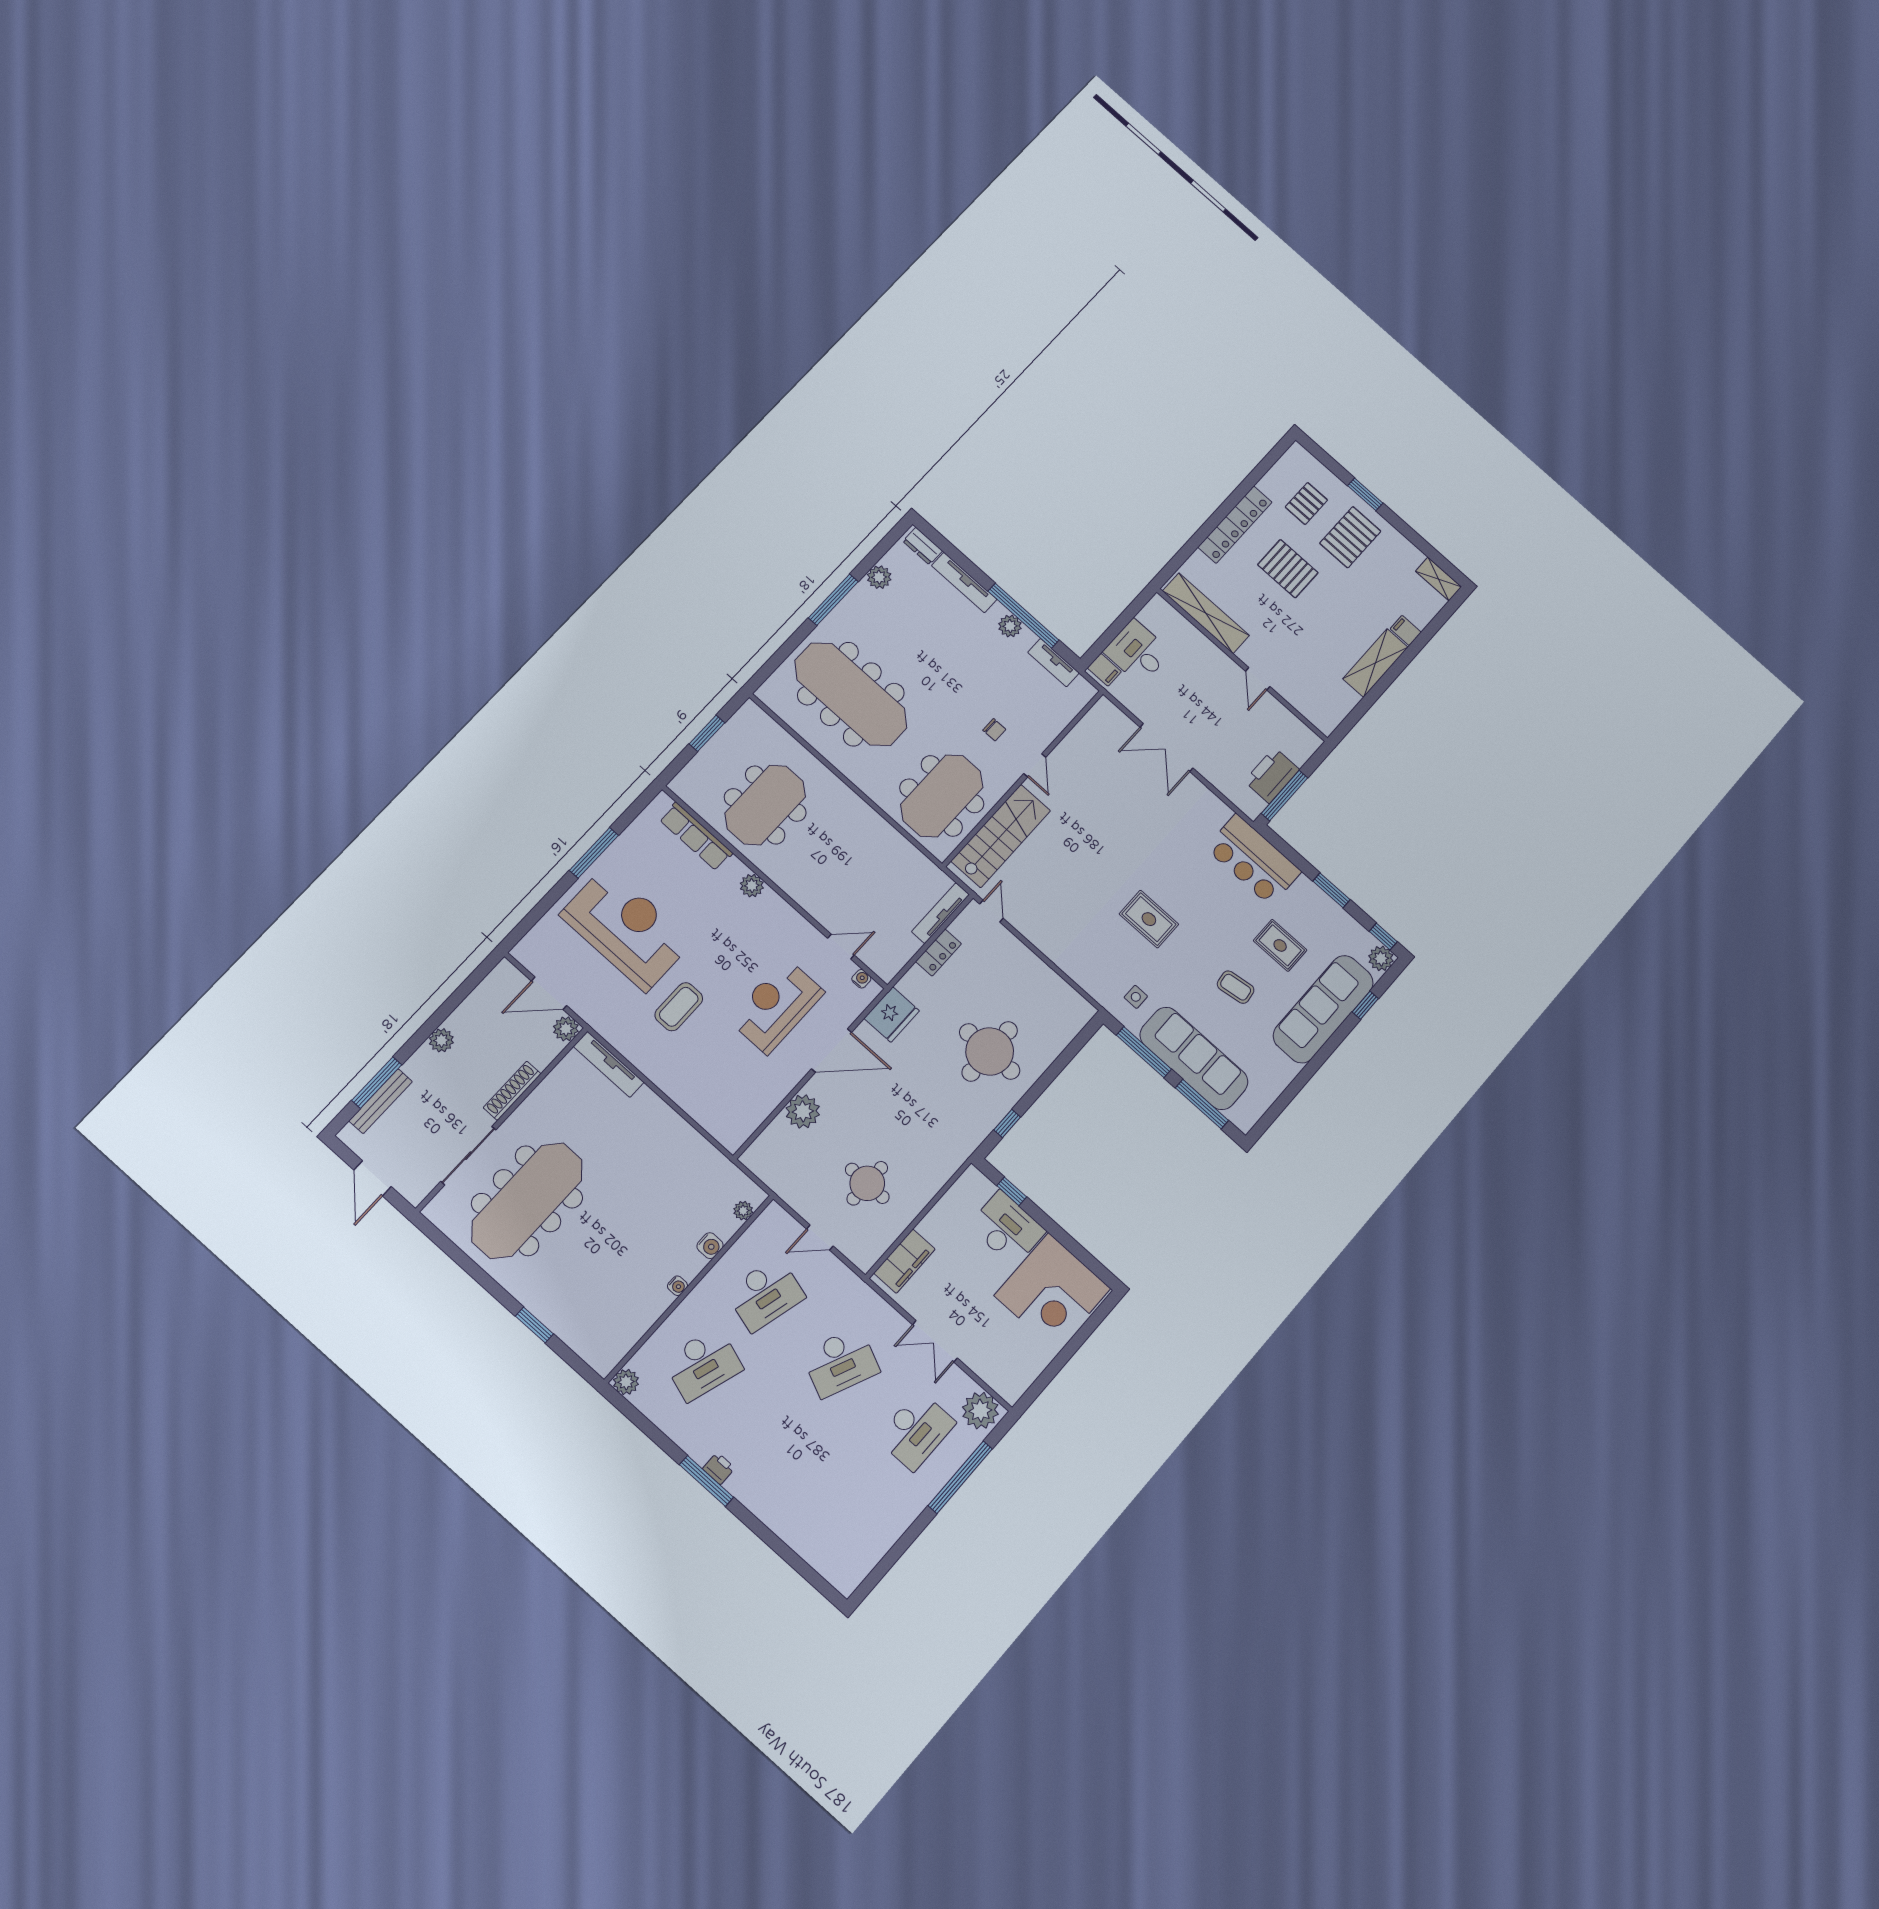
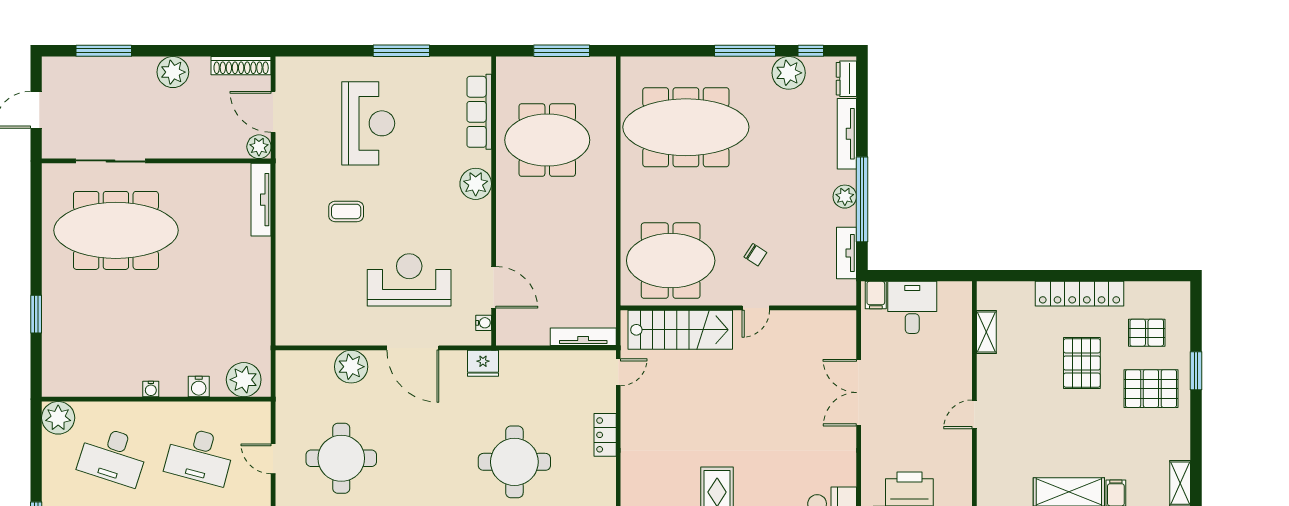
window: (878, 553) -> (811, 51), added
plant: (879, 577) -> (789, 73), width x1.36, depth x1.36
shelving: (1206, 613) -> (986, 332), width x0.45, depth x0.75
meeting table: (851, 694) -> (686, 127), turned 90
chair: (994, 730) -> (755, 255), turned -57
window: (707, 733) -> (562, 51), width x1.44
plant: (752, 886) -> (476, 184), width x1.36, depth x1.36
reception desk: (626, 928) -> (368, 123), width x0.74, depth x0.77
door: (841, 947) -> (494, 287), width x1.38
locker: (938, 953) -> (605, 435), moved, turned 90
coffee table: (679, 1007) -> (346, 211), width x0.73, depth x0.77
fridge: (892, 1015) -> (483, 363), width x0.73, depth x0.75
plant: (441, 1040) -> (173, 72), width x1.36, depth x1.36
shoe rack: (512, 1091) -> (241, 66), moved, turned 180
bench: (381, 1101) -> (93, 66), removed
round table: (867, 1183) -> (341, 458), width x1.36, depth x1.36
plant: (743, 1211) -> (244, 380), width x1.88, depth x1.88
plant: (626, 1382) -> (58, 418), width x1.36, depth x1.36

